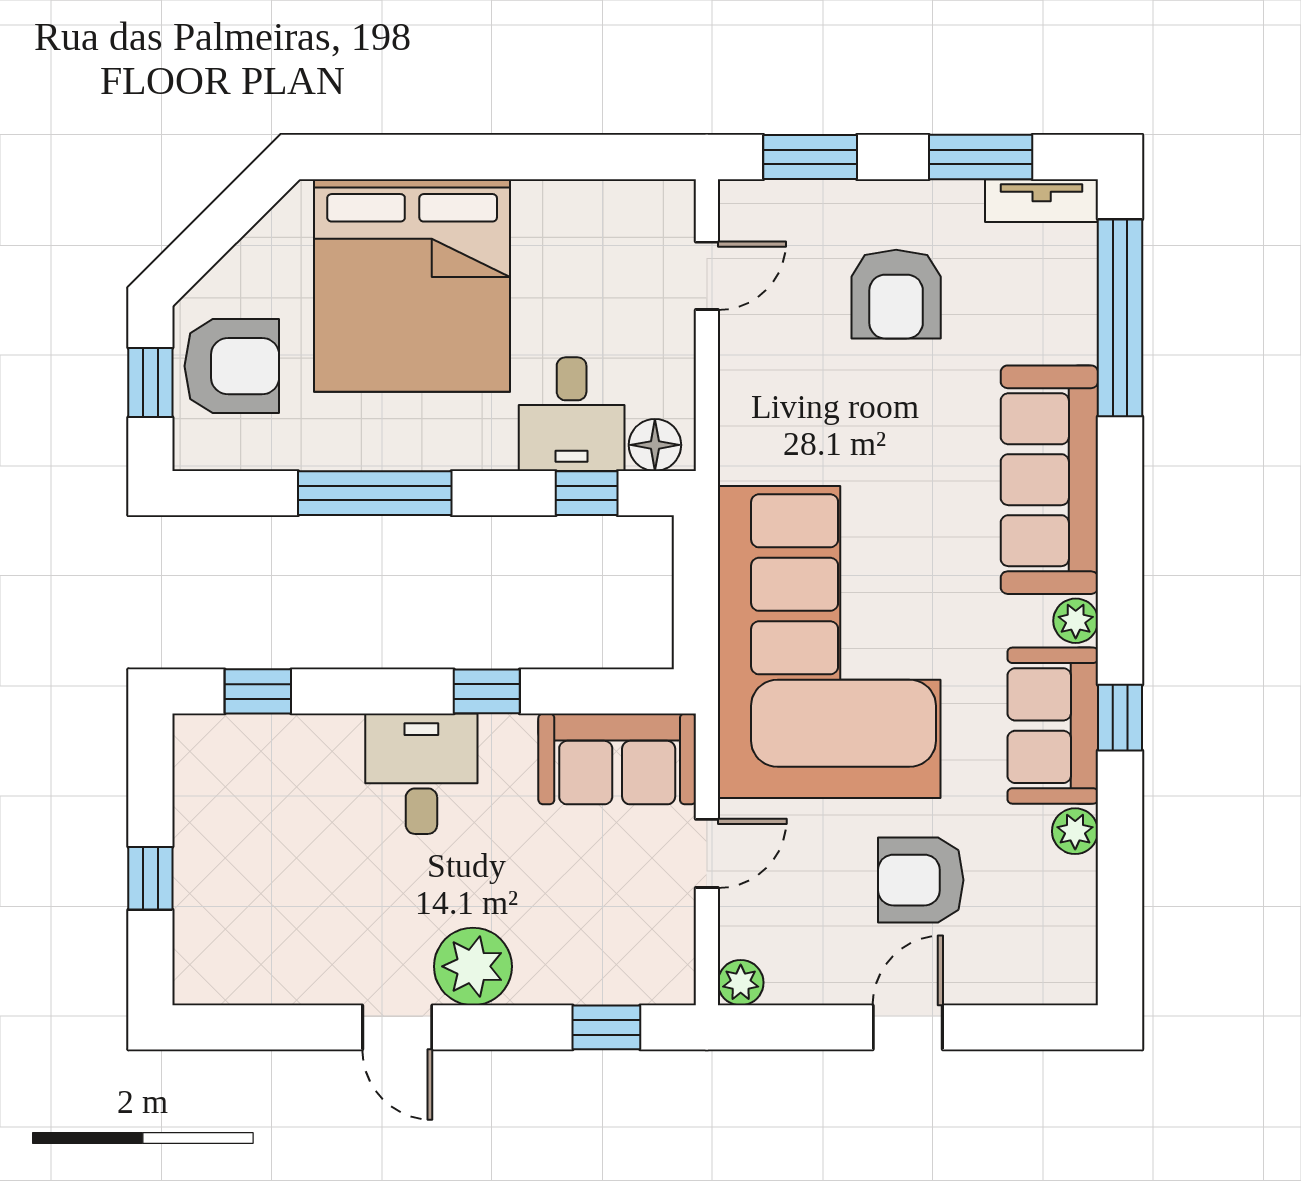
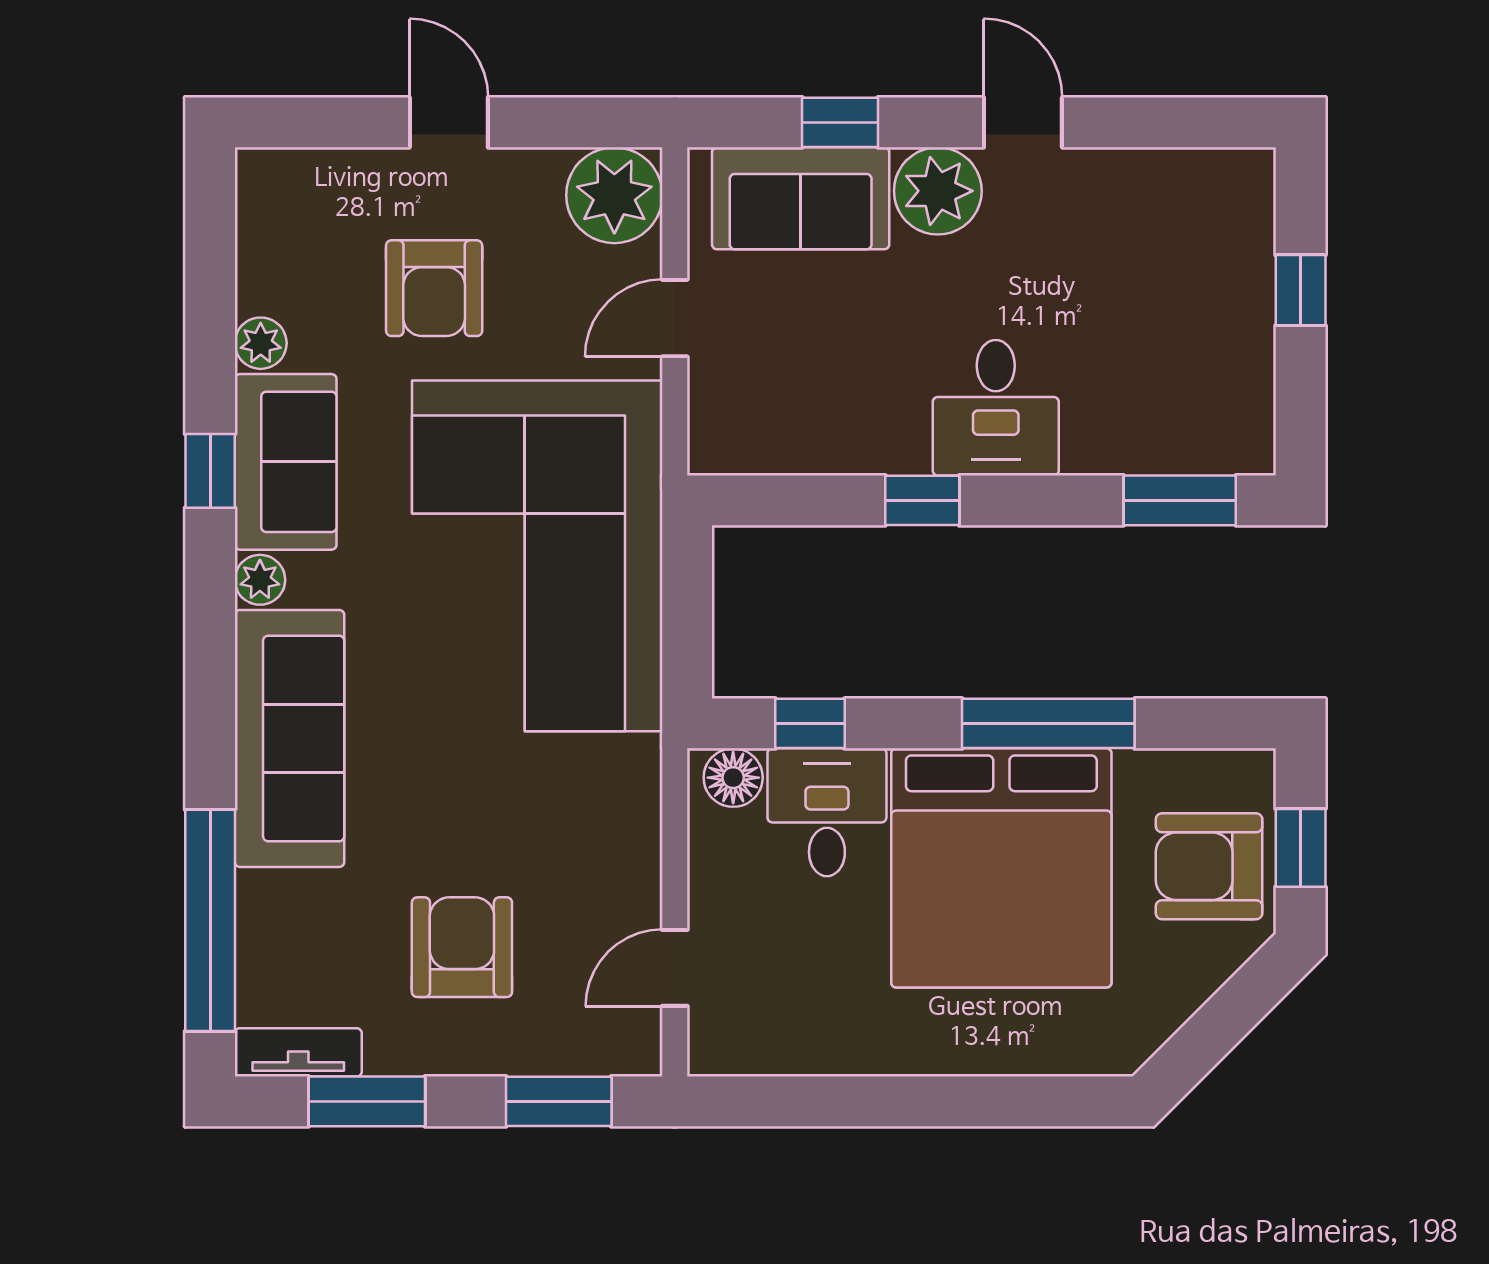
bed: (412, 285) -> (1001, 868), moved, turned 180
window: (258, 691) -> (1180, 500), width x1.50
sofa: (617, 759) -> (801, 198), moved, turned 180
armchair: (921, 880) -> (434, 288), turned 90
plant: (741, 983) -> (614, 195), width x1.87, depth x1.87
window: (606, 1027) -> (840, 122), moved
door: (908, 1027) -> (449, 122), swing flipped

